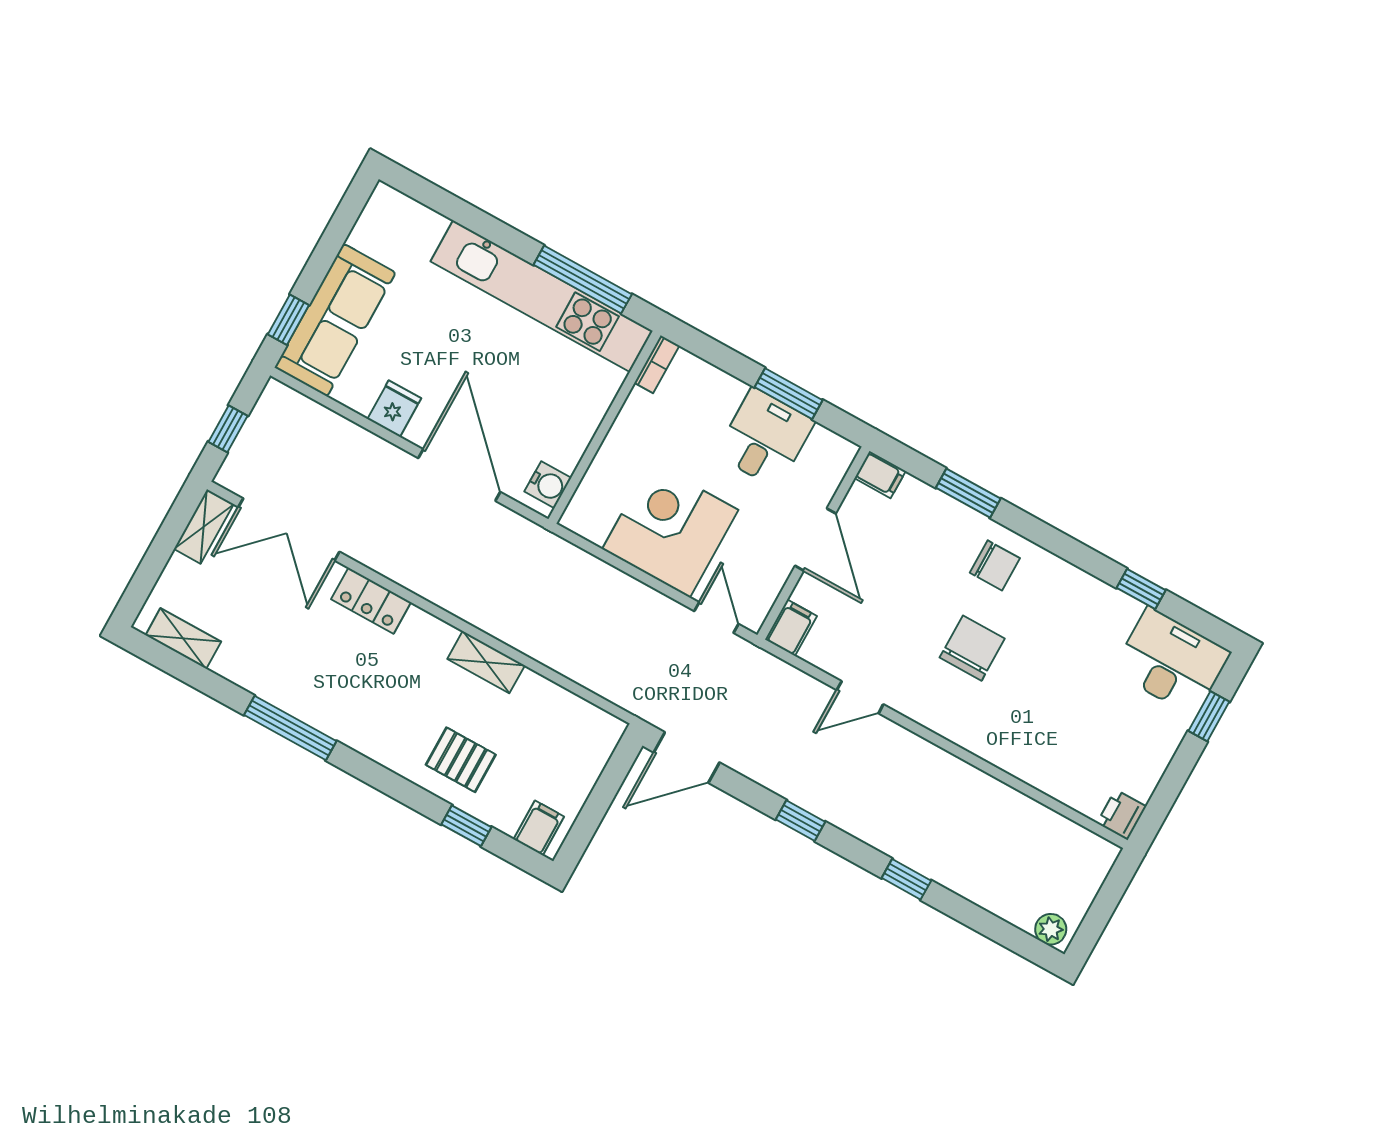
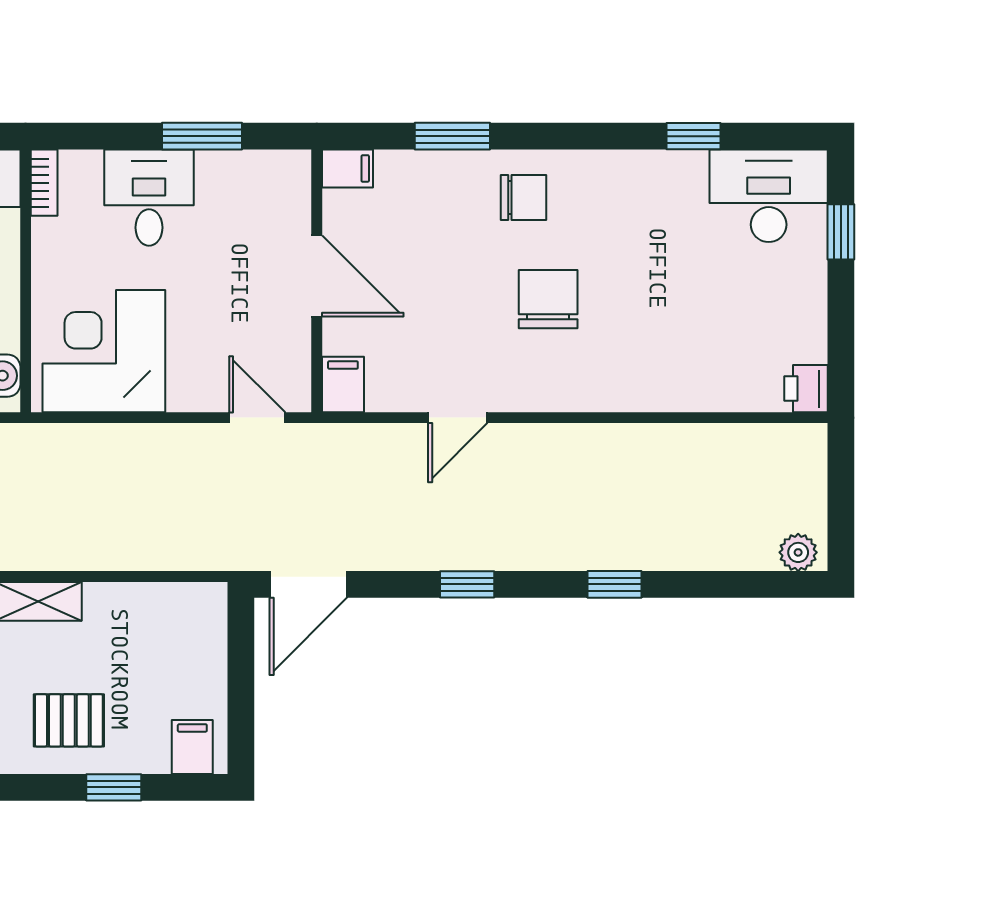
desk: (765, 438) -> (149, 198), moved
corner desk: (670, 530) -> (104, 351), moved

